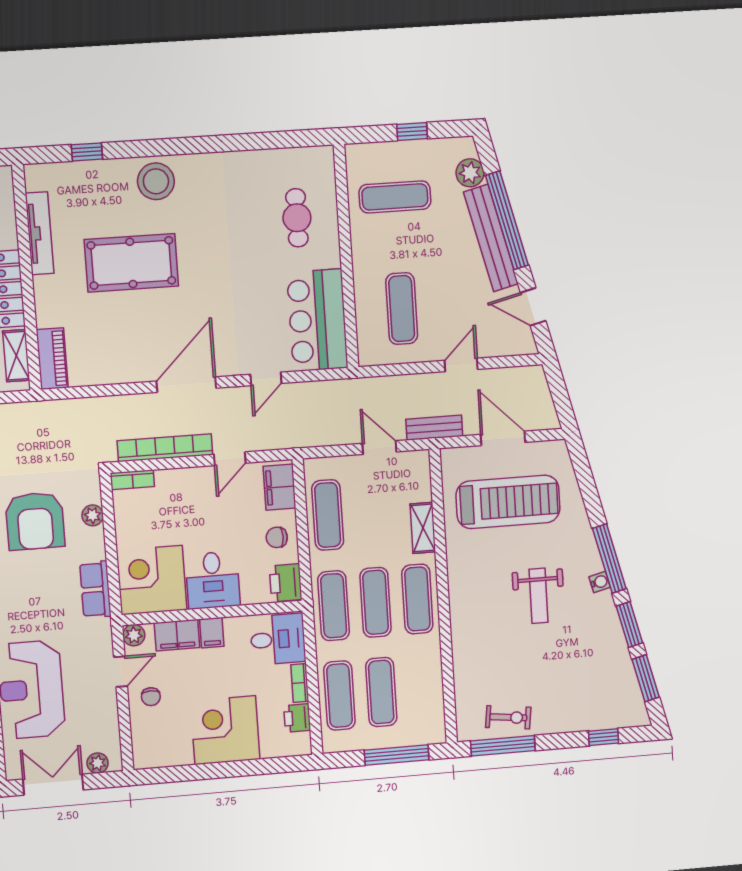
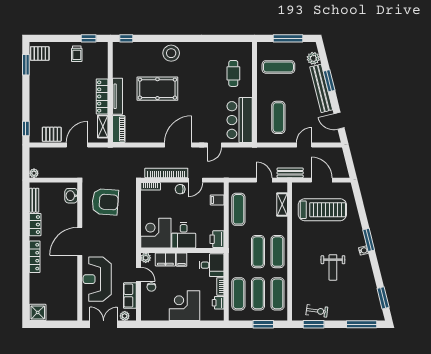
window: (412, 132) -> (288, 38), width x2.17
window: (87, 152) -> (126, 38), moved
window: (507, 220) -> (329, 81), width x0.47
tv unit: (40, 233) -> (118, 96), moved
filing cabinet: (279, 487) -> (217, 200), width x0.50
plant: (93, 515) -> (131, 201), removed
armchair: (35, 521) -> (105, 202), turned -86
shelving: (423, 528) -> (282, 205), moved
chair: (277, 537) -> (180, 189), moved
window: (609, 559) -> (369, 240), width x0.69
row of seats: (95, 589) -> (130, 296), moved
weight bench: (538, 596) -> (333, 267), moved
exercise mat: (334, 606) -> (278, 294), moved
window: (629, 625) -> (377, 272), removed
door: (121, 672) -> (138, 274), hinge flipped
window: (604, 737) -> (362, 324), width x2.17
window: (503, 746) -> (314, 324), width x0.69
window: (397, 755) -> (263, 324), width x0.69

